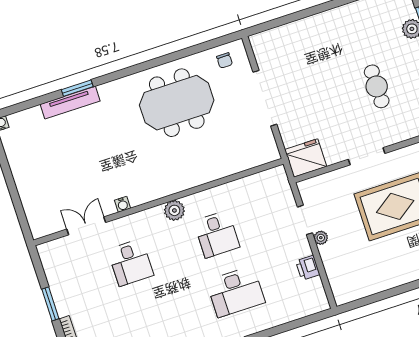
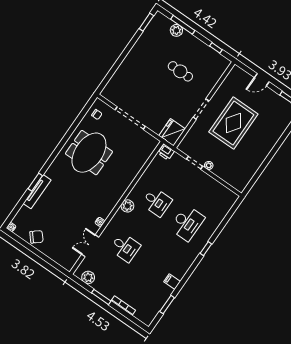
chair: (25, 161) -> (36, 237), added
plant: (52, 265) -> (88, 277), added
printer: (308, 268) -> (166, 152), moved

